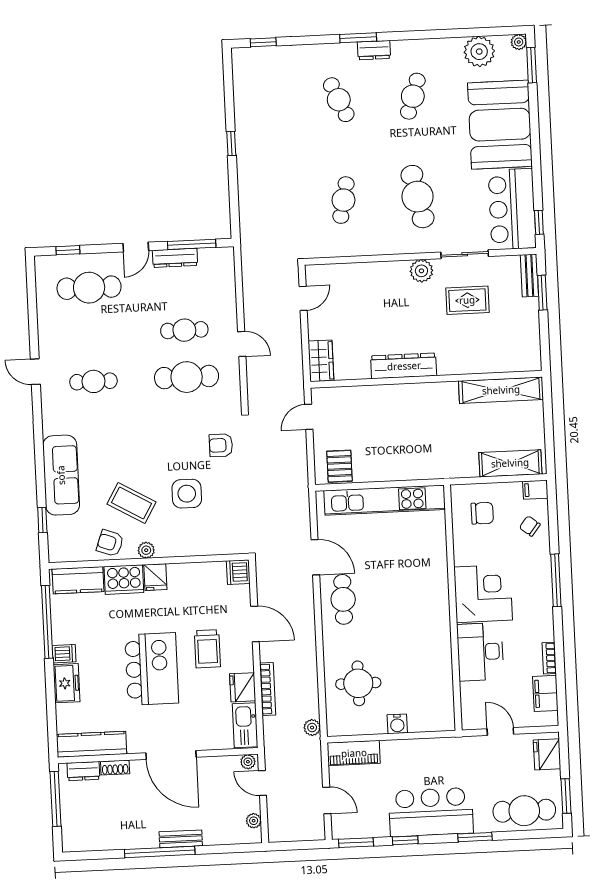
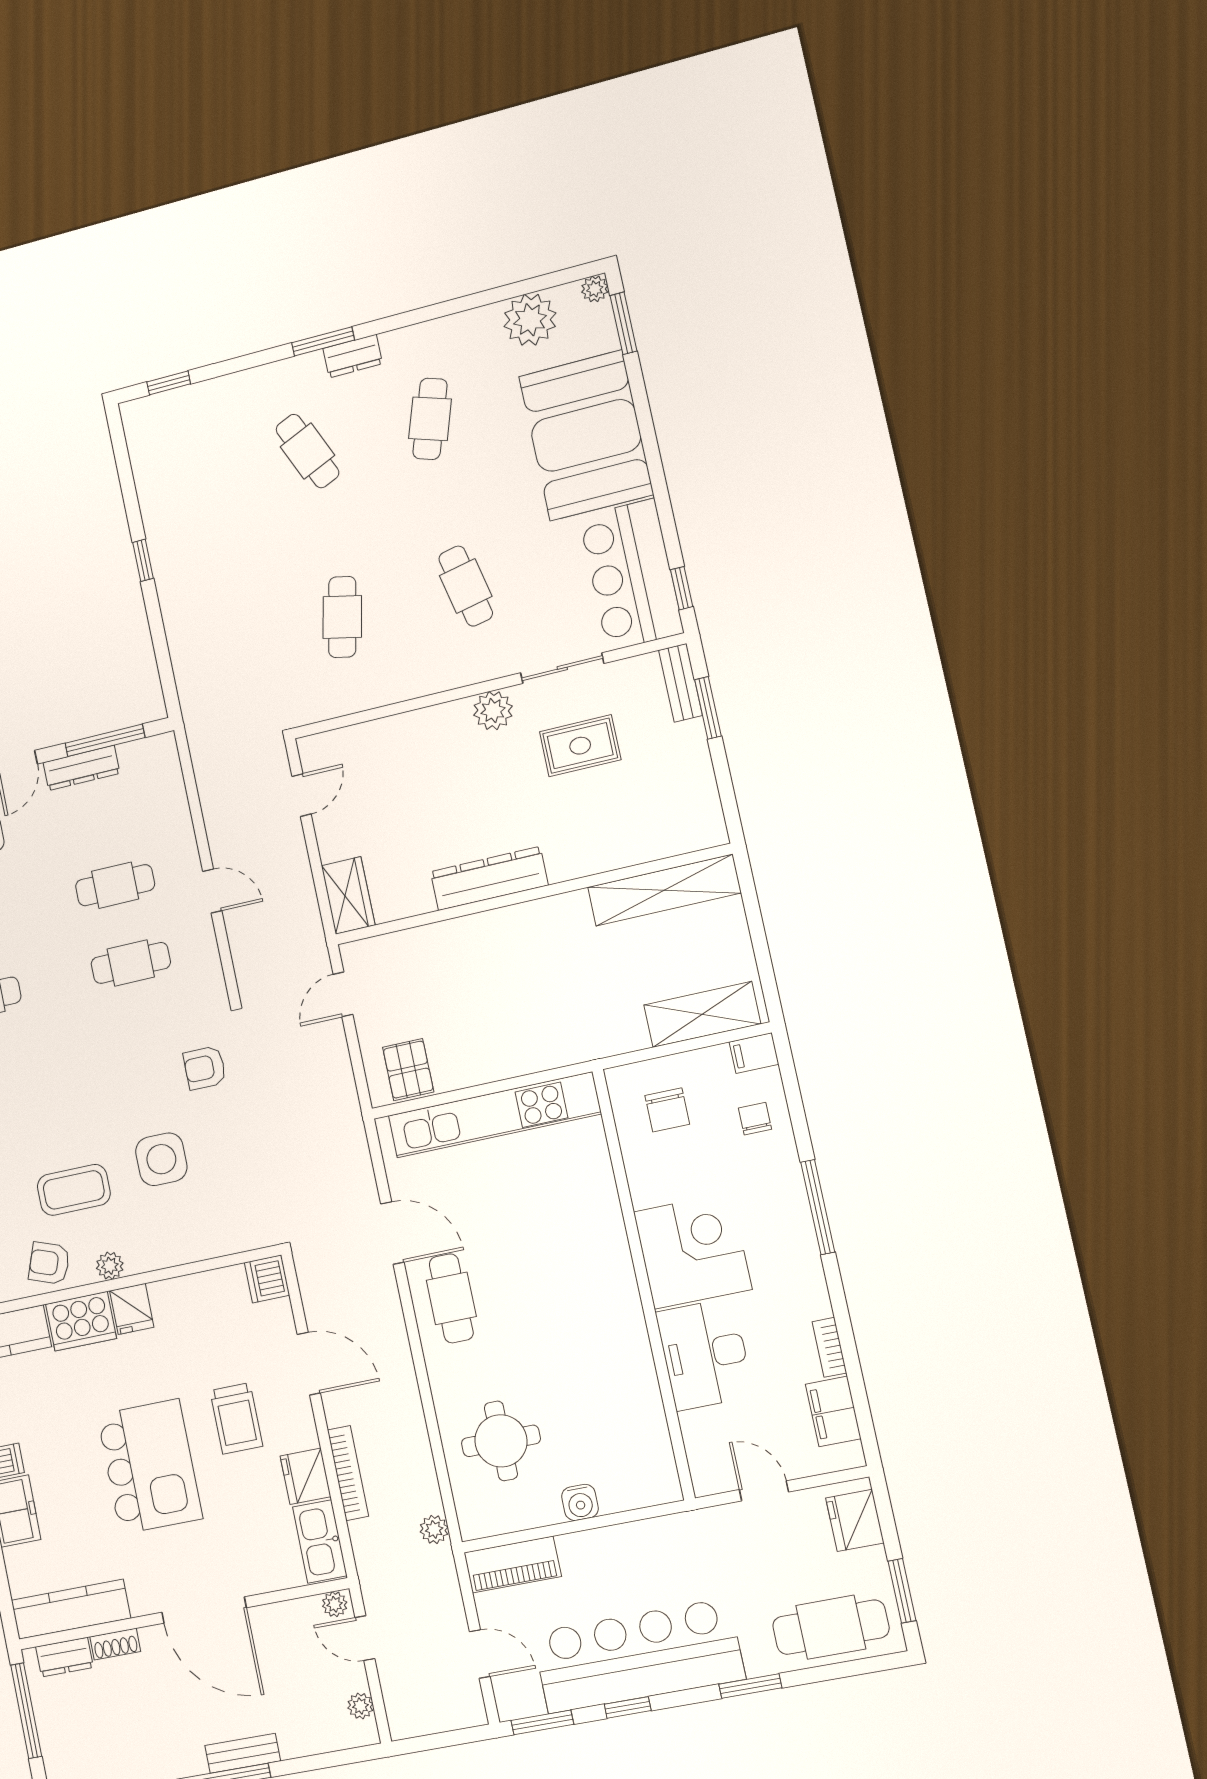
cafe table: (418, 197) -> (466, 586), width x0.73, depth x0.74
cafe table: (187, 377) -> (131, 963), width x0.73, depth x0.74
coffee table: (132, 503) -> (74, 1190), turned -30
chair: (482, 513) -> (667, 1110), turned 90
chair: (530, 526) -> (755, 1119), turned 52
bar counter: (431, 812) -> (638, 1656), width x1.36

